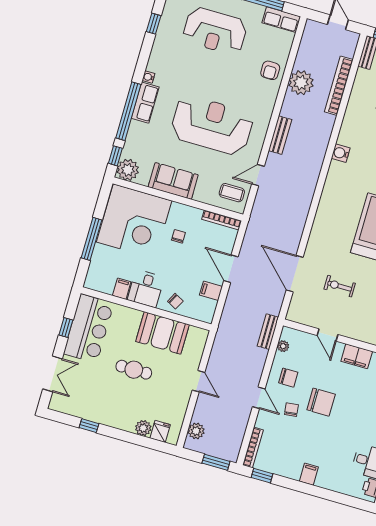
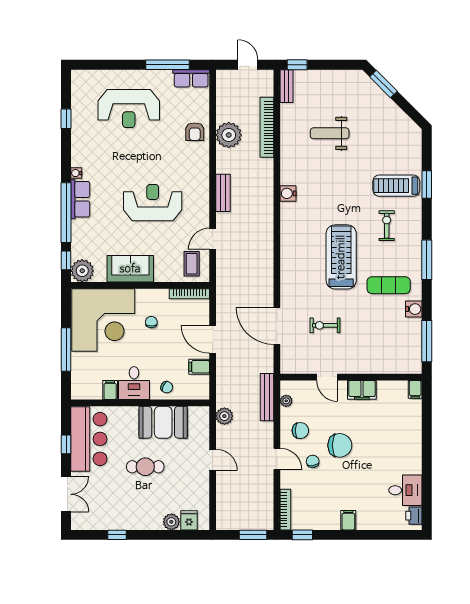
reception desk: (212, 125) -> (153, 203), width x0.74, depth x0.77
coffee table: (232, 193) -> (192, 264), turned 90
bench: (268, 332) -> (267, 397), width x1.36
plant: (196, 431) -> (224, 416), moved

